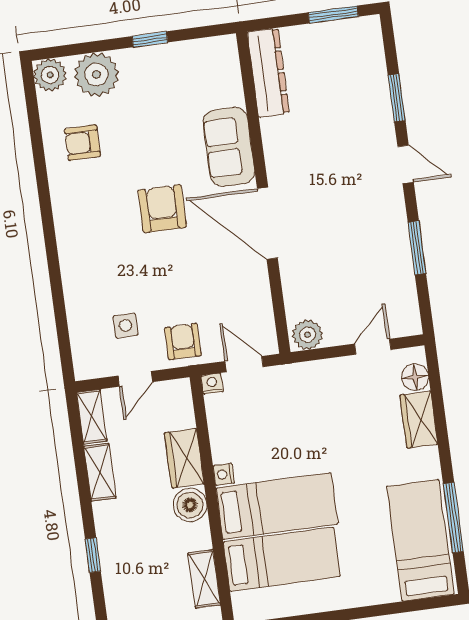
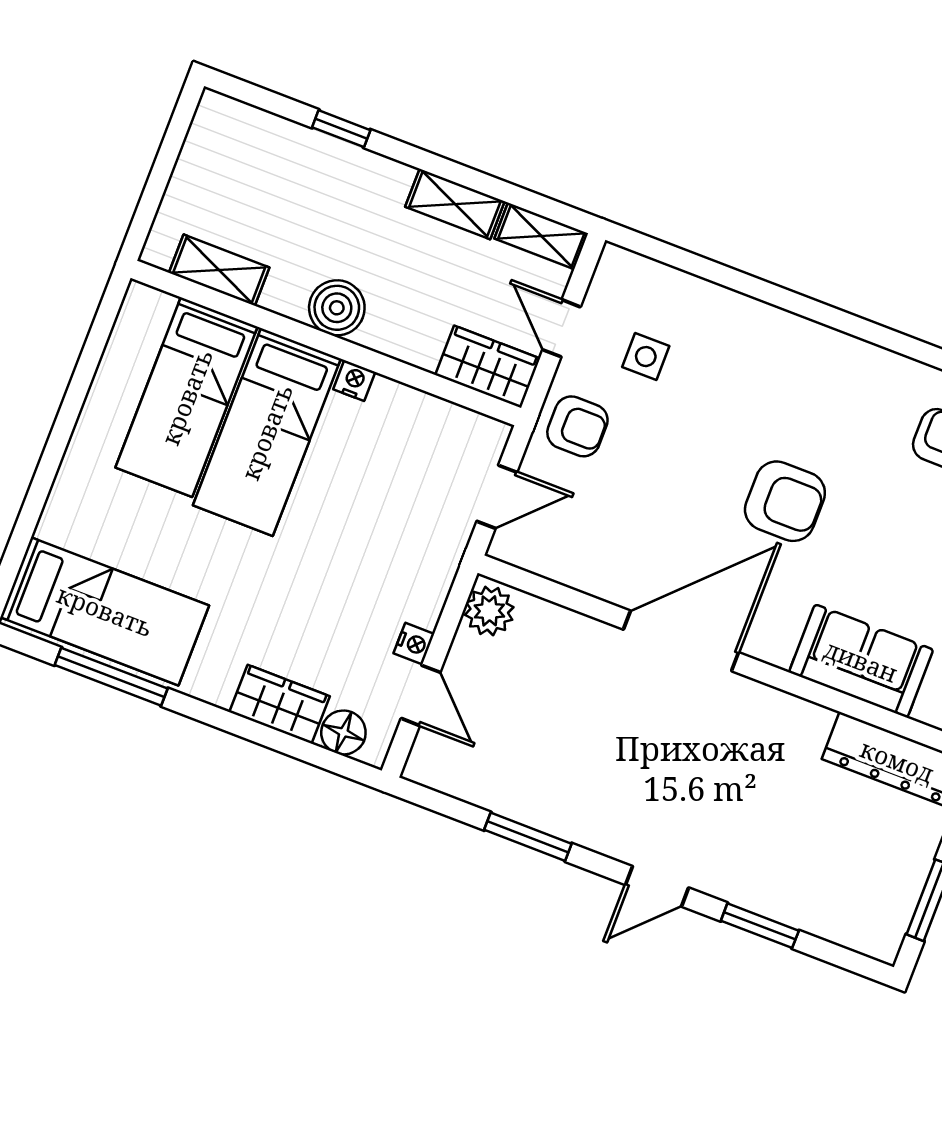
sofa: (229, 147) -> (861, 661), moved
nightstand: (212, 384) -> (414, 644), moved
wardrobe: (184, 458) -> (488, 367), moved

